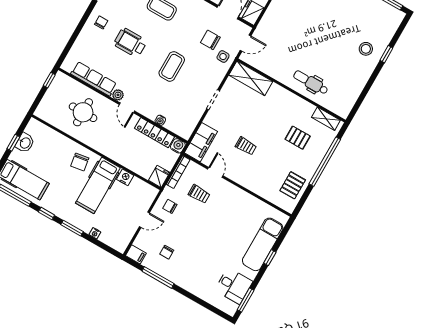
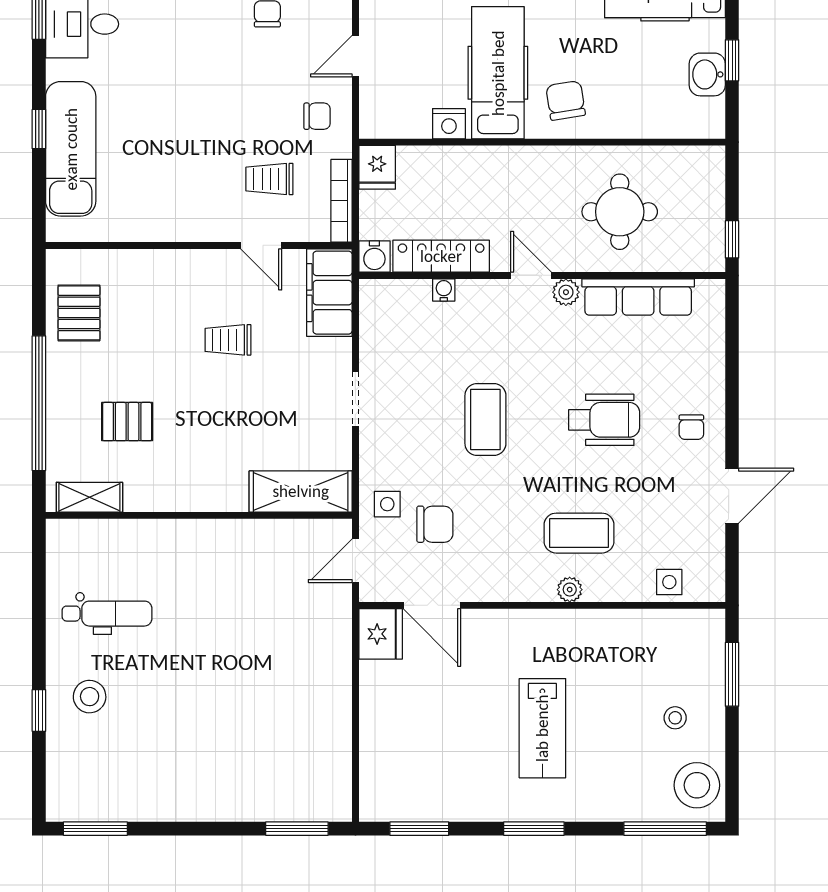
dental chair: (311, 82) -> (107, 614), moved

